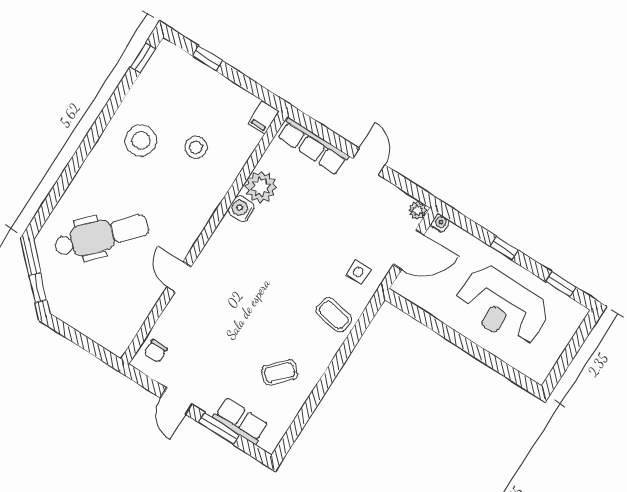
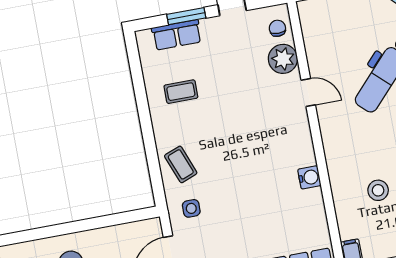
plant: (261, 187) -> (283, 59), moved
coffee table: (334, 315) -> (181, 164), turned 59
coffee table: (280, 373) -> (181, 92), turned 46

